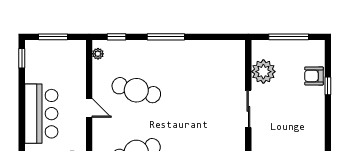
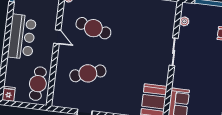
plant: (263, 72) -> (184, 21), width x0.53, depth x0.53

